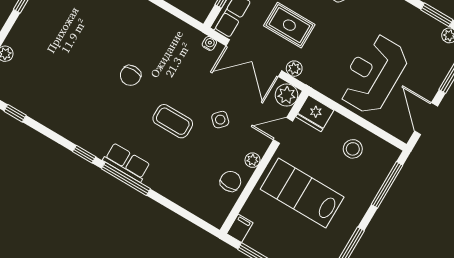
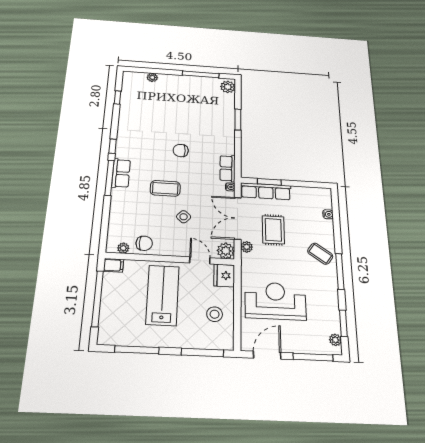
row of seats: (183, 32) -> (228, 168), added
coffee table: (173, 121) -> (165, 188), turned 90
plant: (253, 160) -> (123, 248), moved

